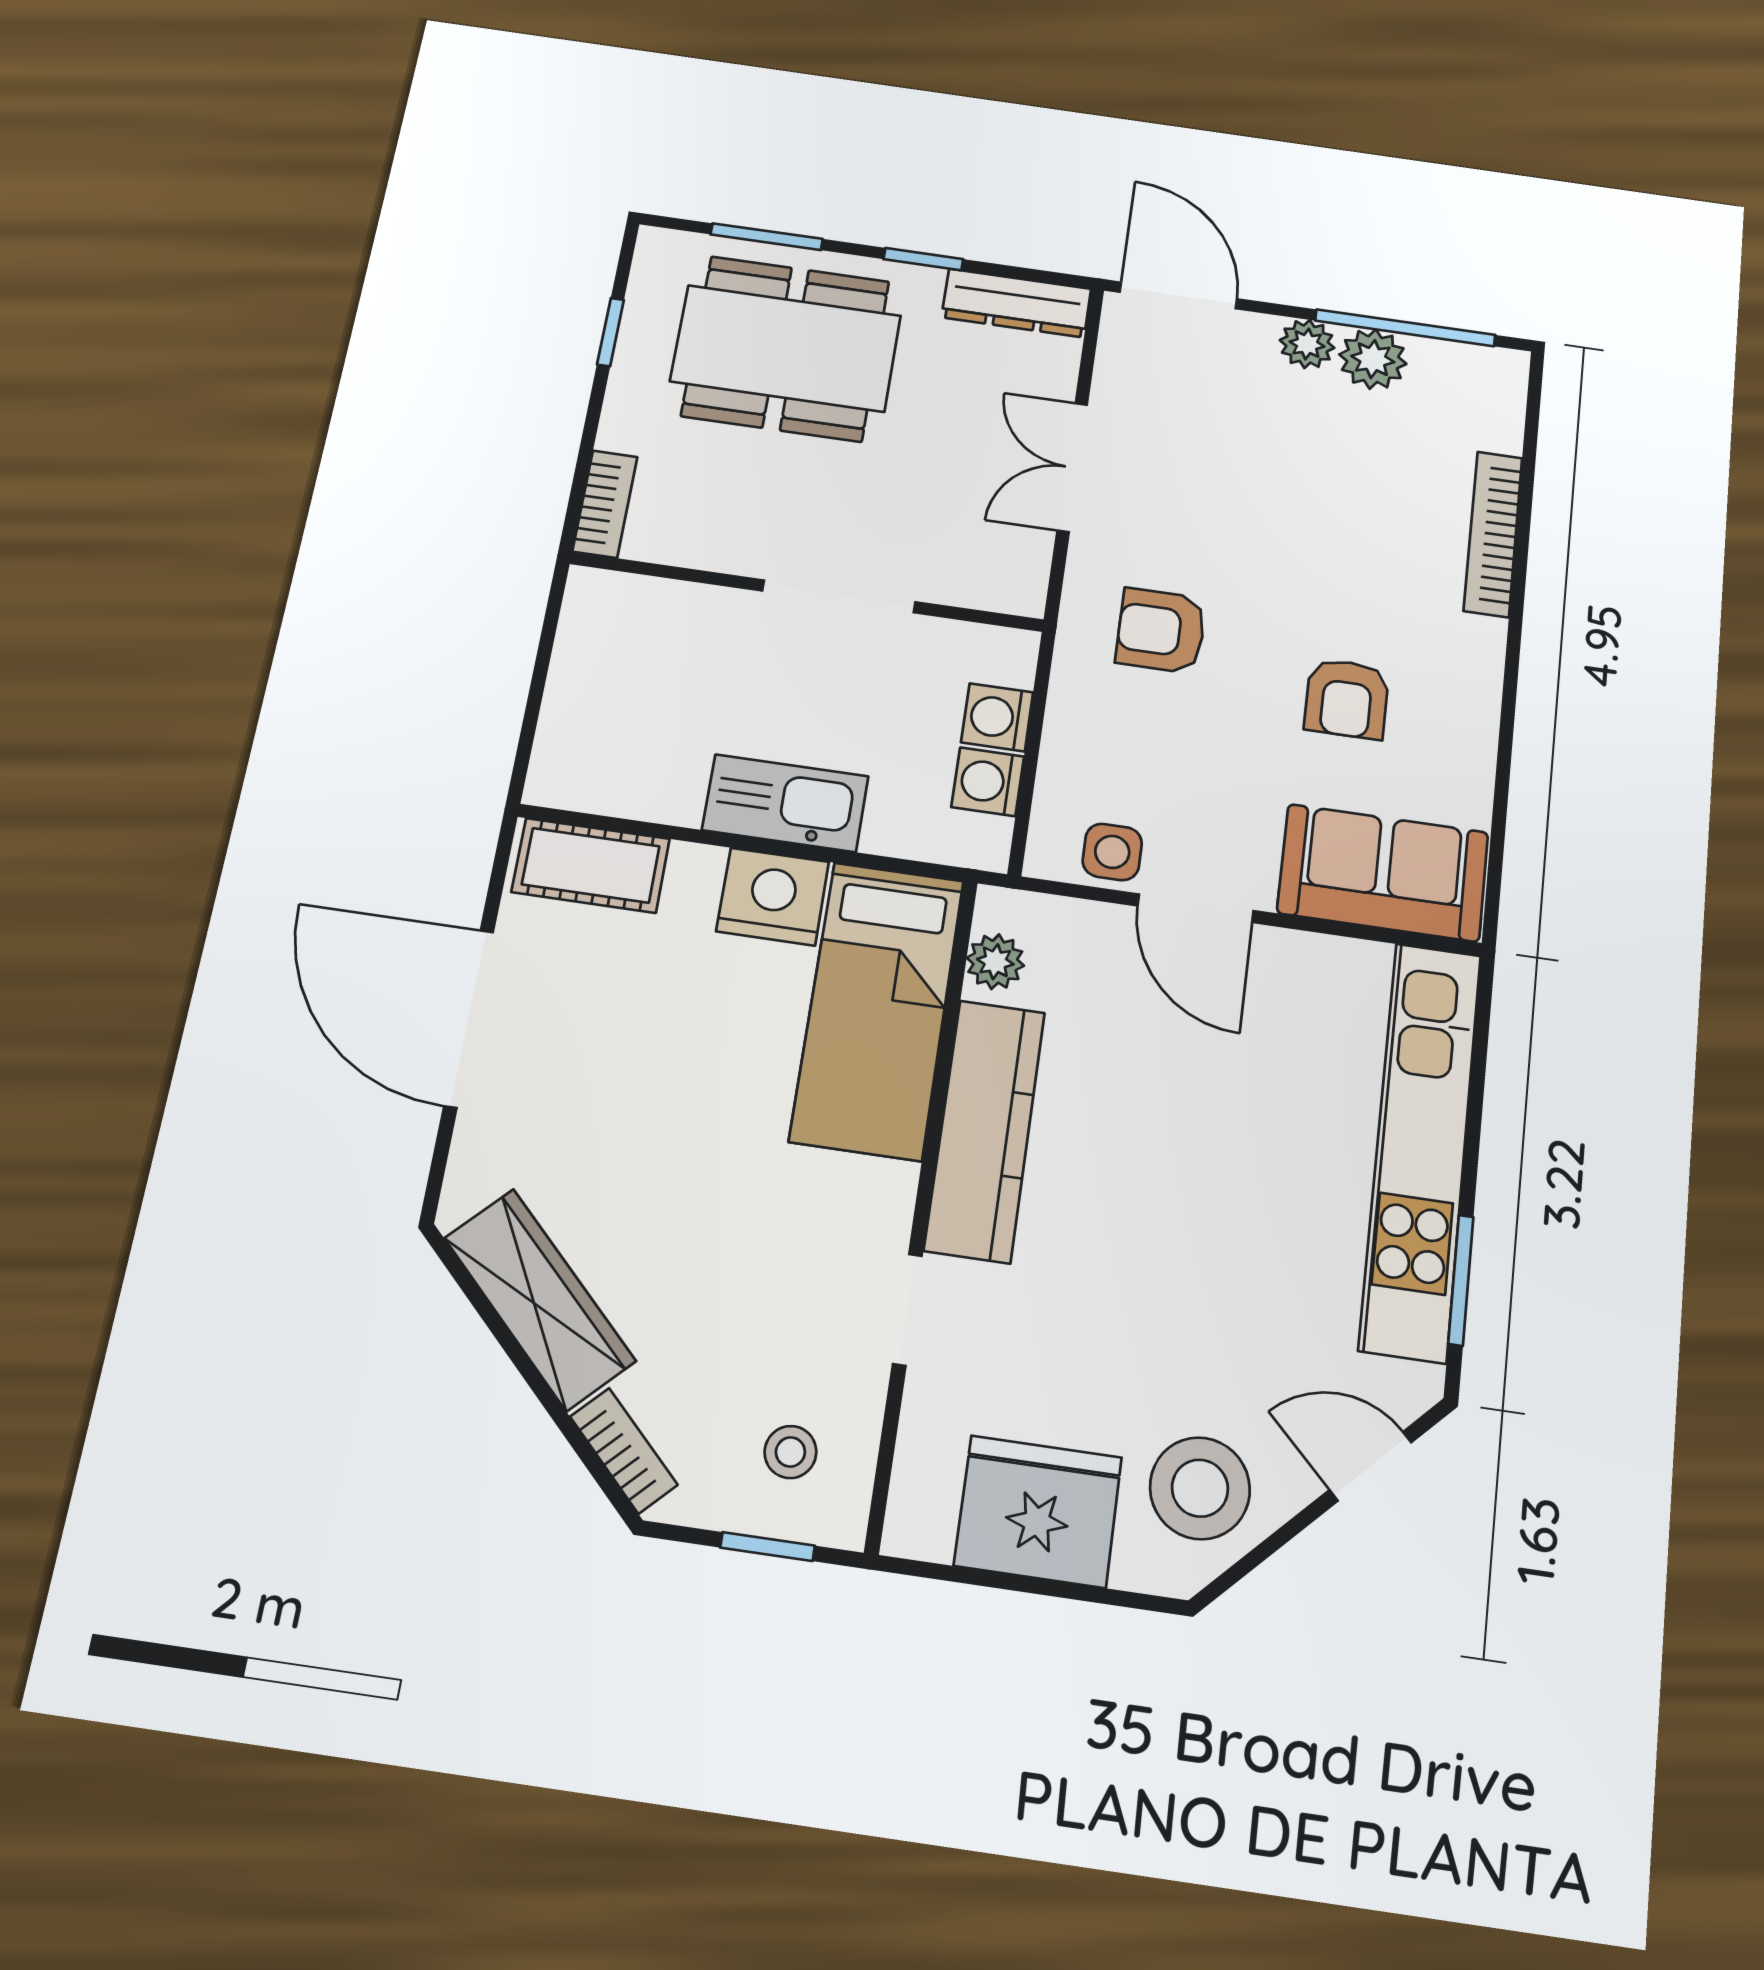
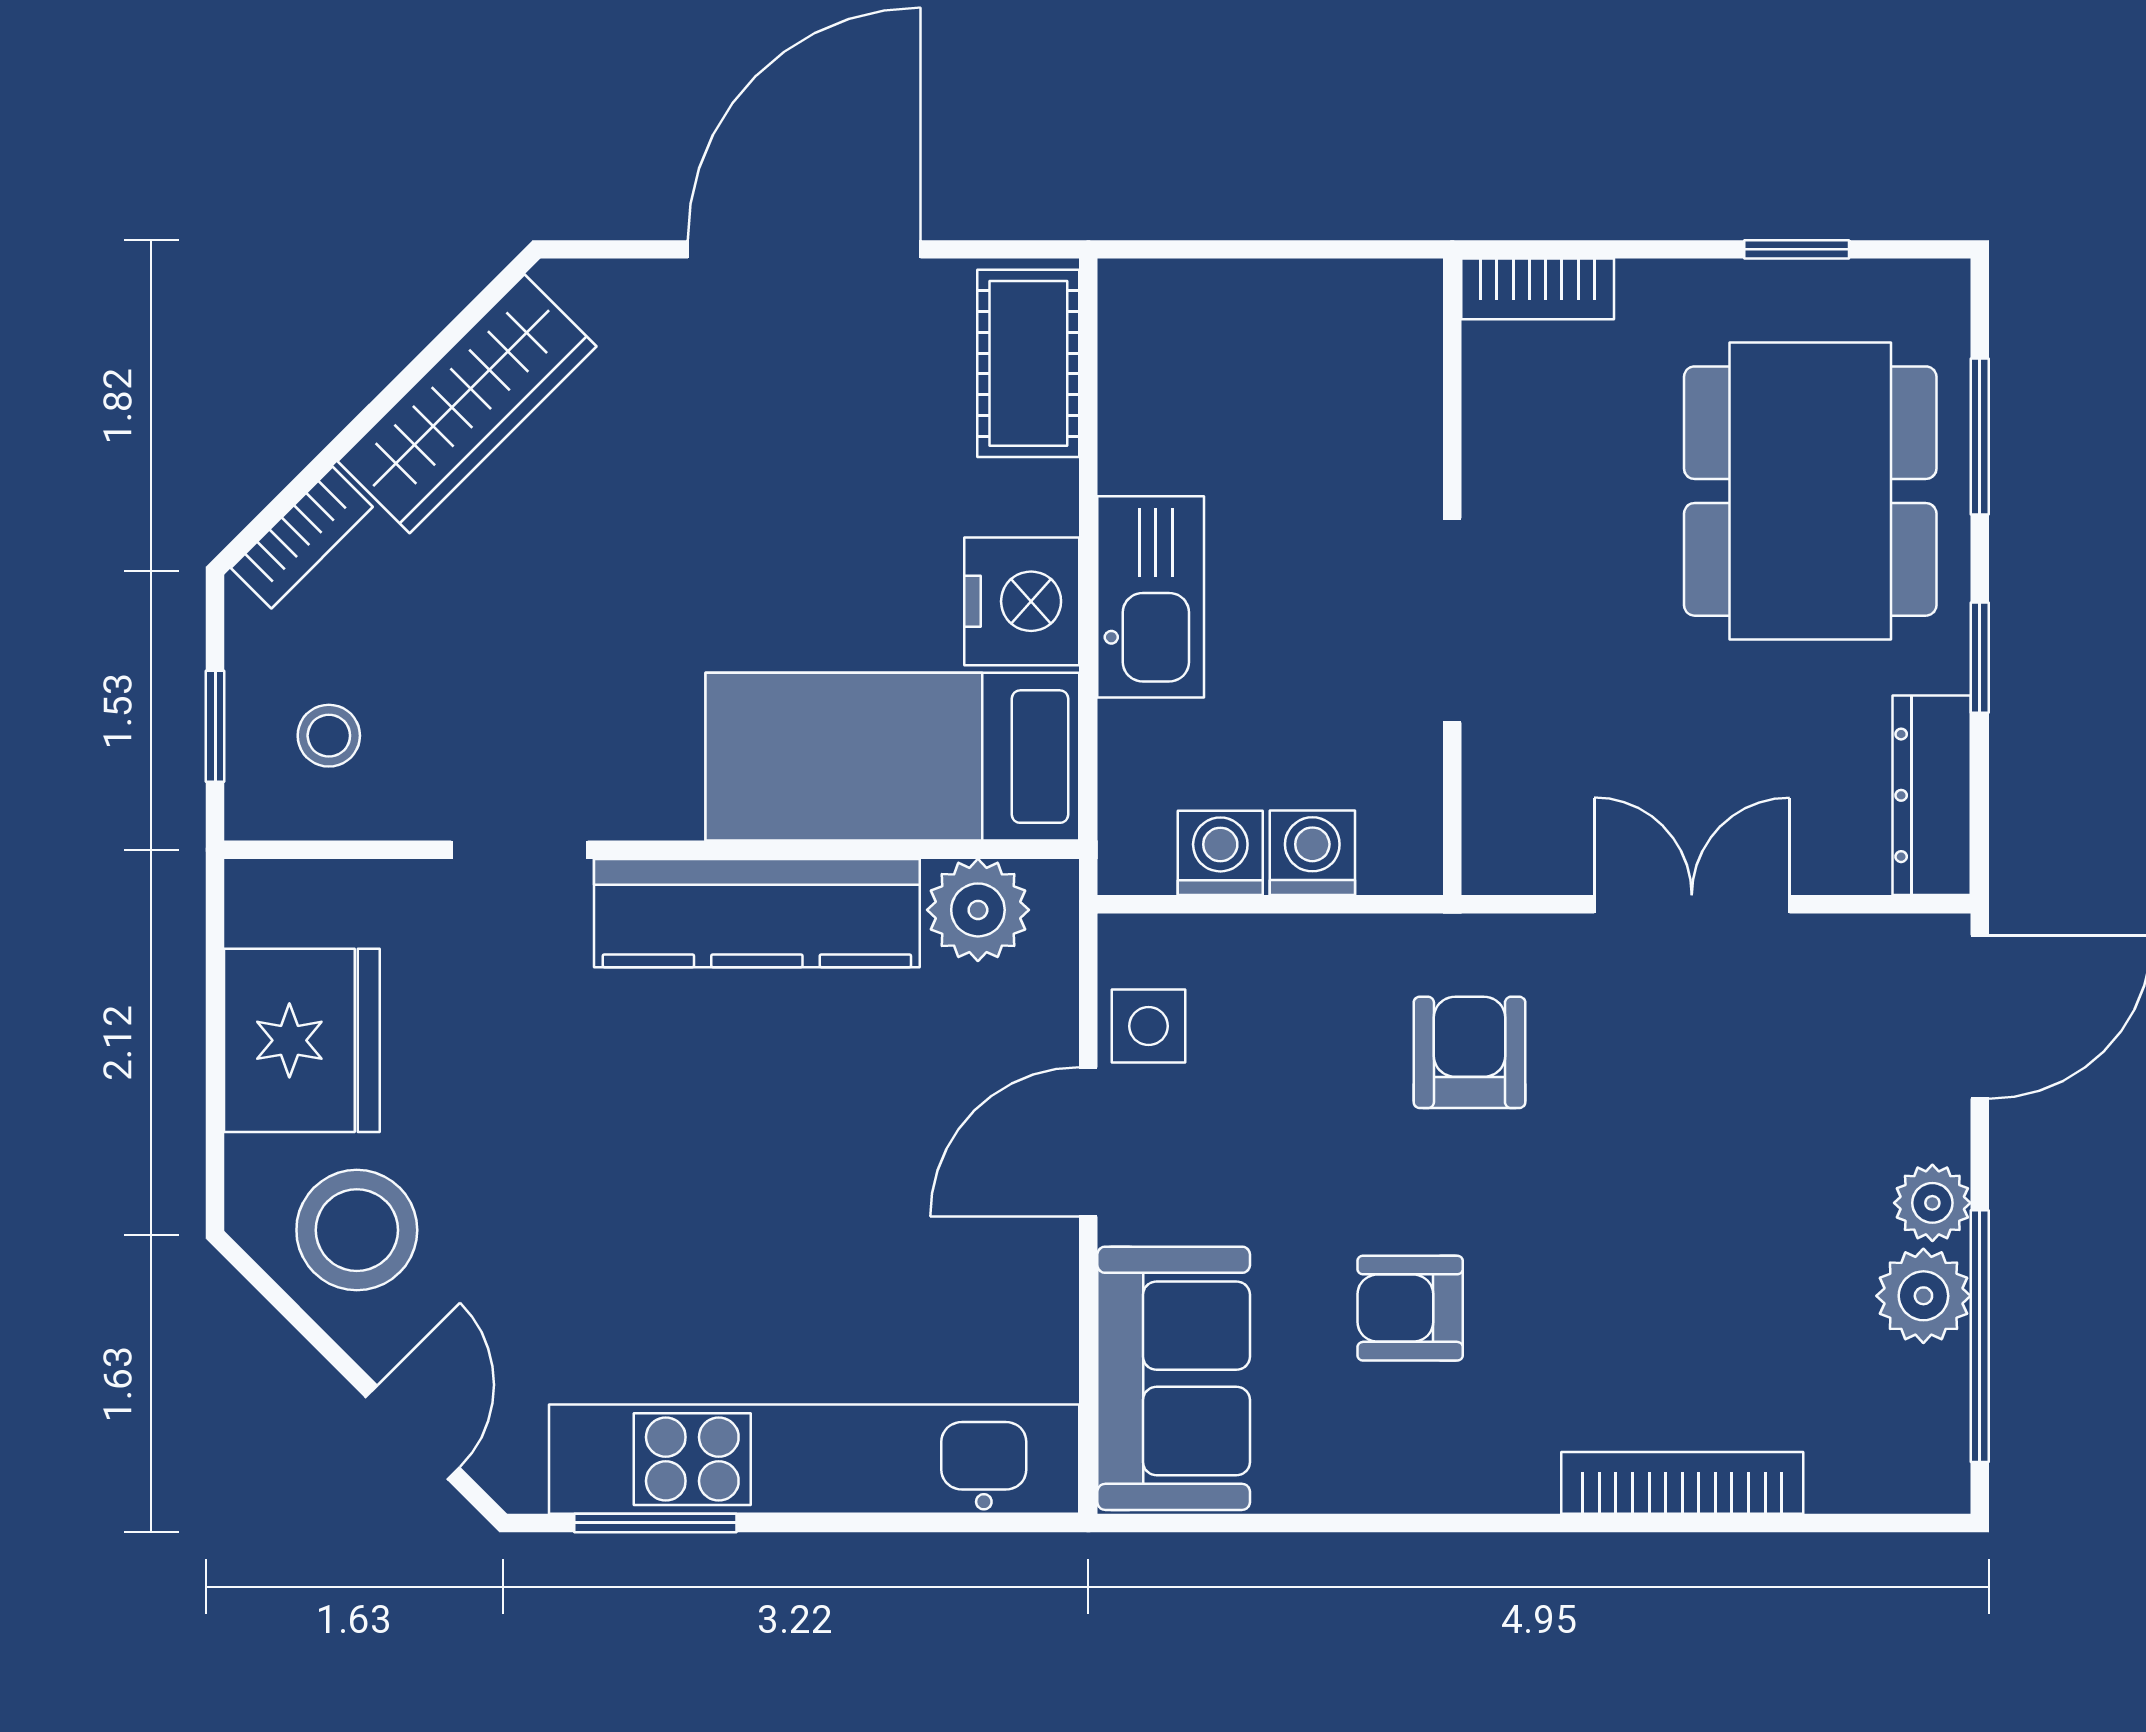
plant: (995, 962) -> (978, 910), width x1.38, depth x1.38

